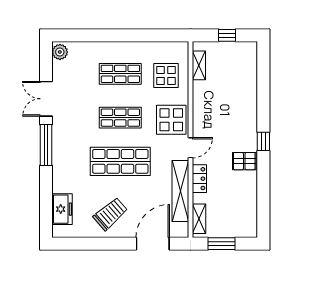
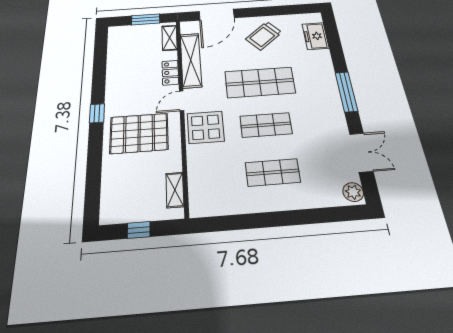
display table: (166, 76) -> (216, 175), removed
double door: (46, 99) -> (361, 152), moved
pallet: (244, 161) -> (139, 133), moved, width x2.05, depth x2.00

